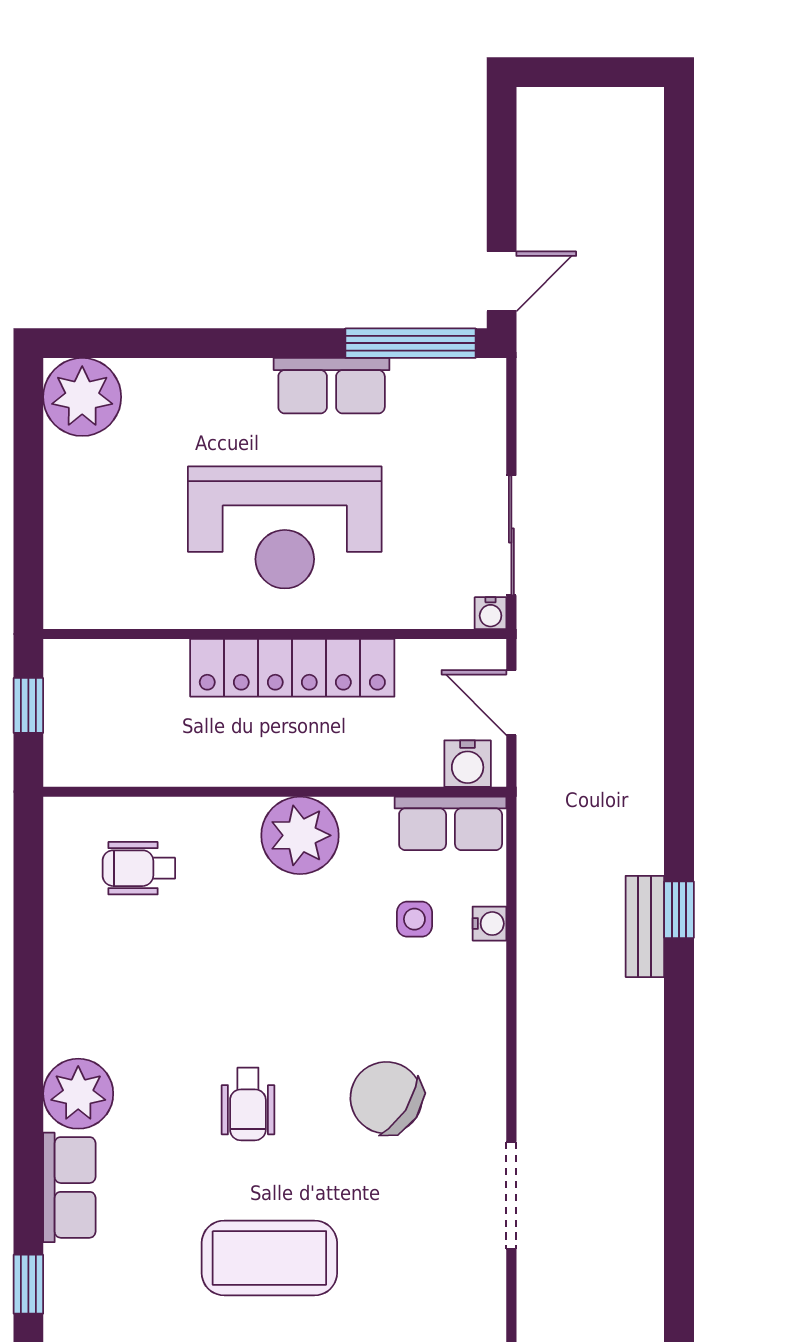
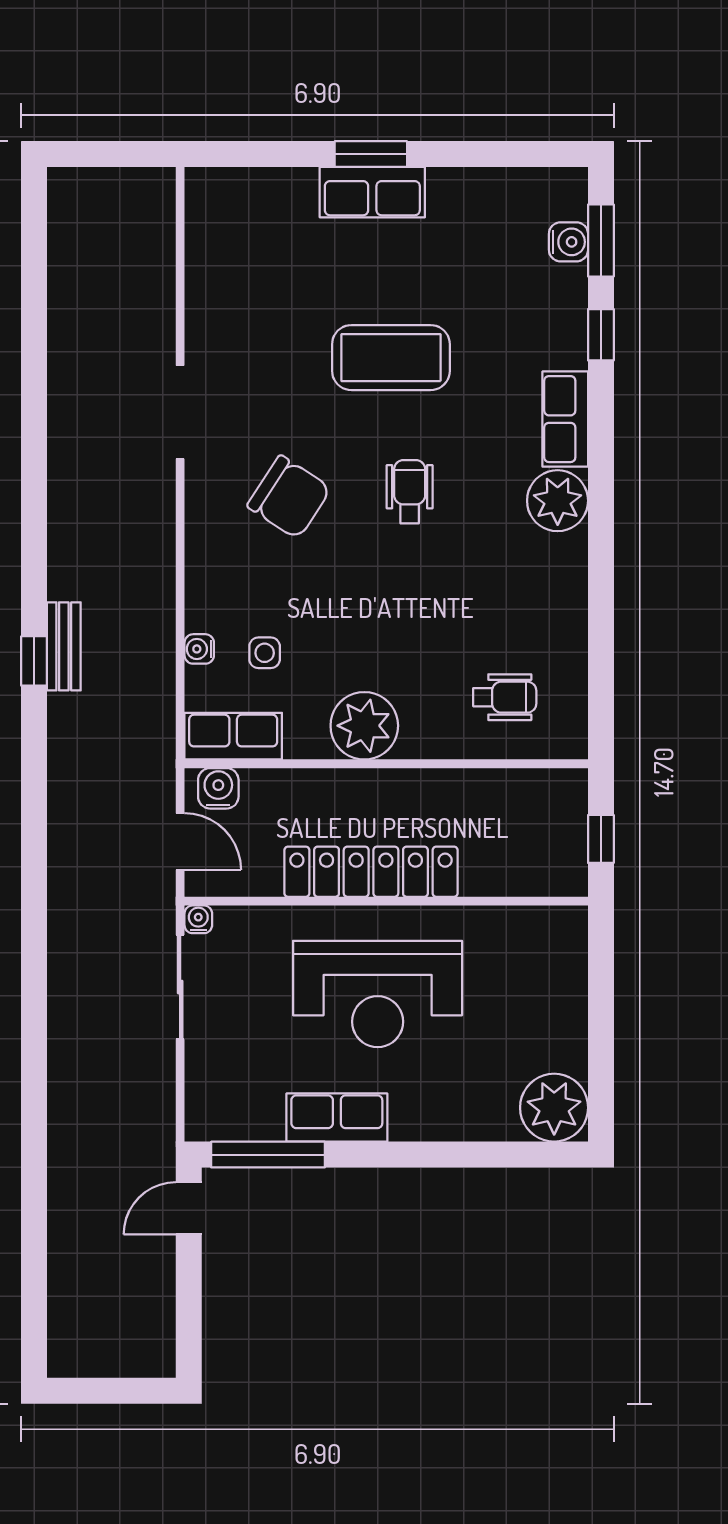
reception desk: (285, 527) -> (378, 994), turned 180

